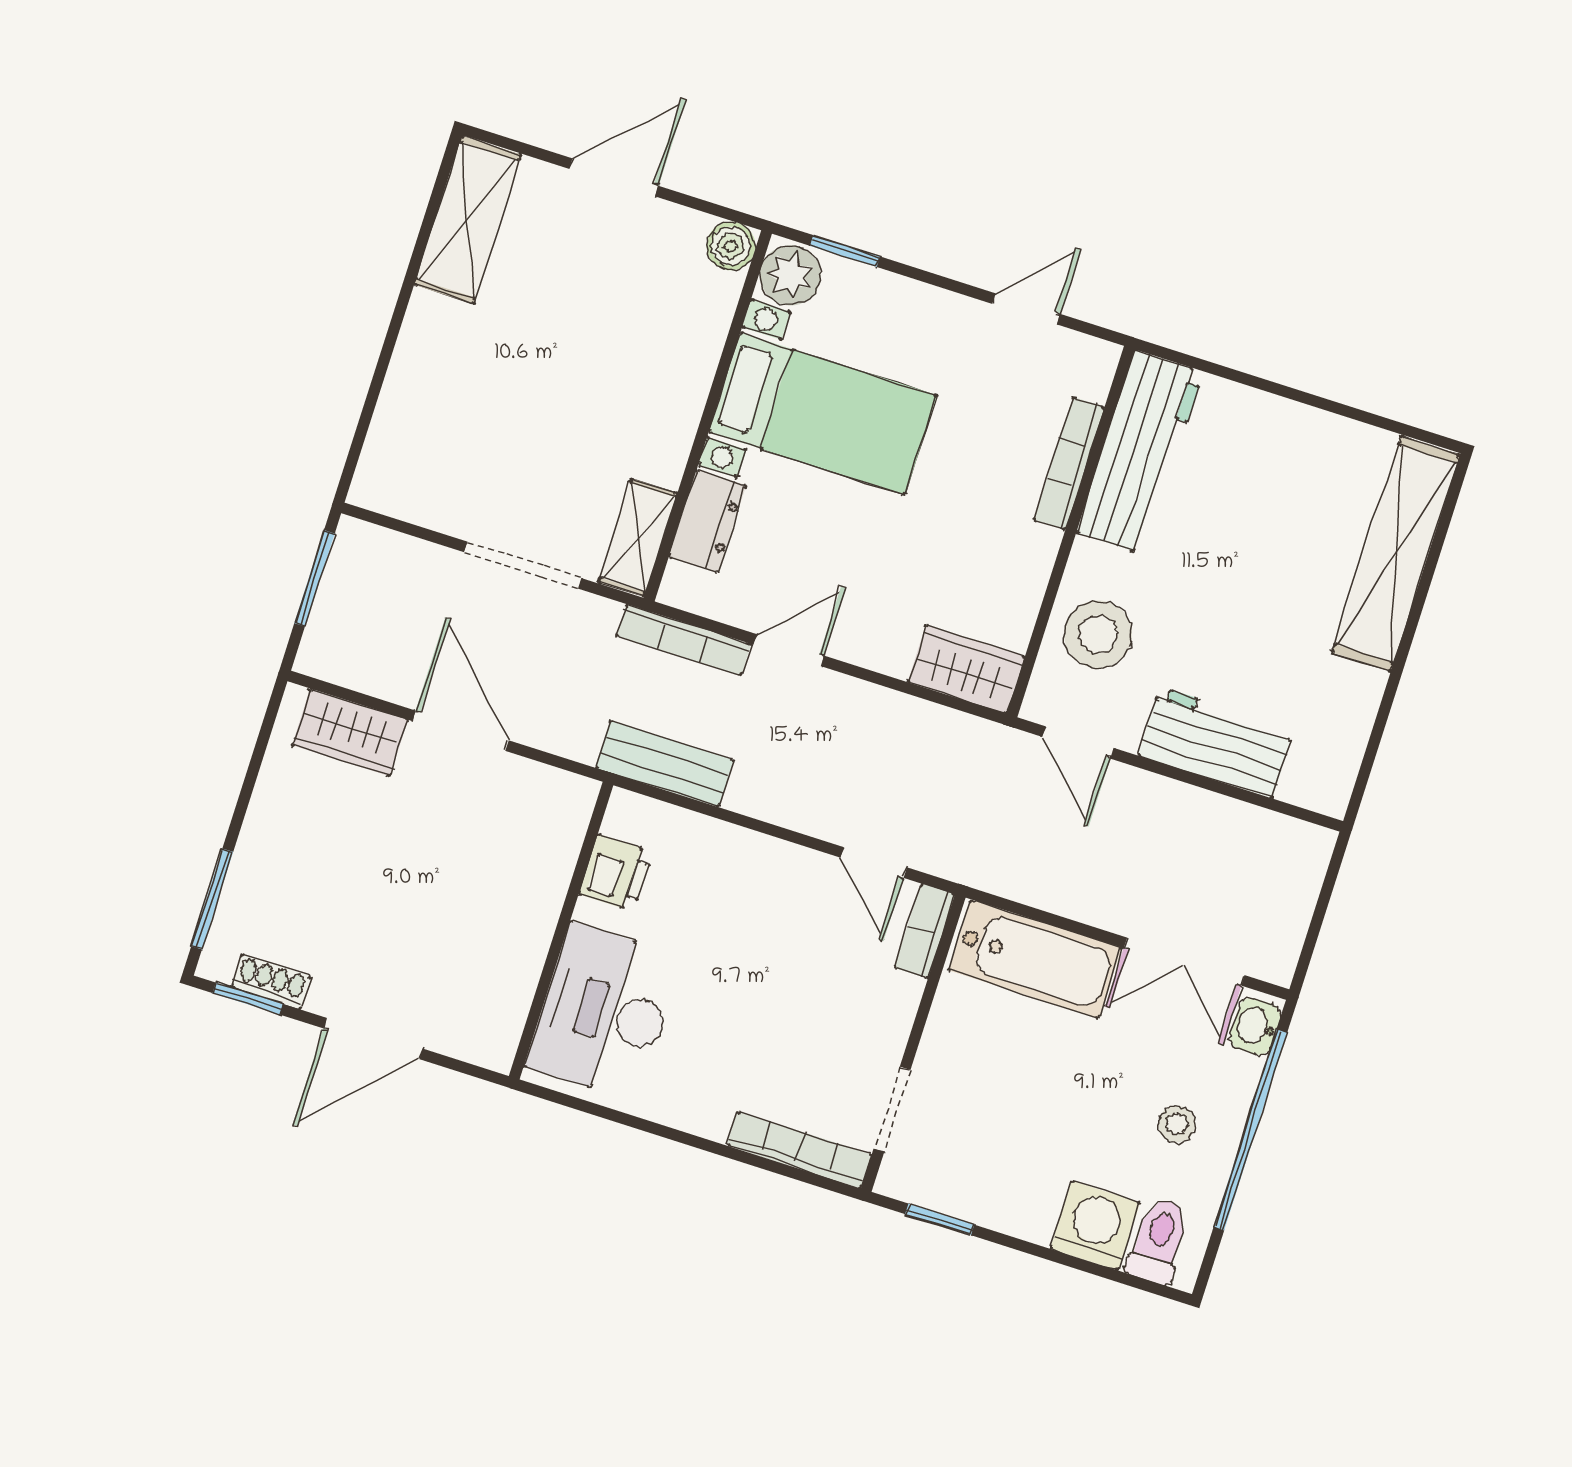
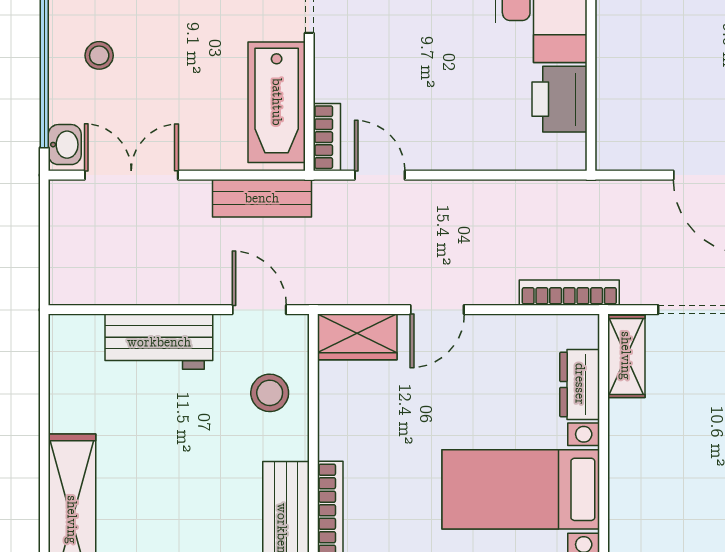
stool: (1098, 634) -> (270, 393), width x0.73, depth x0.73
door: (789, 650) -> (437, 310), moved
bench: (664, 764) -> (262, 198), moved
printer: (616, 873) -> (559, 99), width x1.36, depth x1.24
bathtub: (1035, 959) -> (277, 102), moved, turned -90

